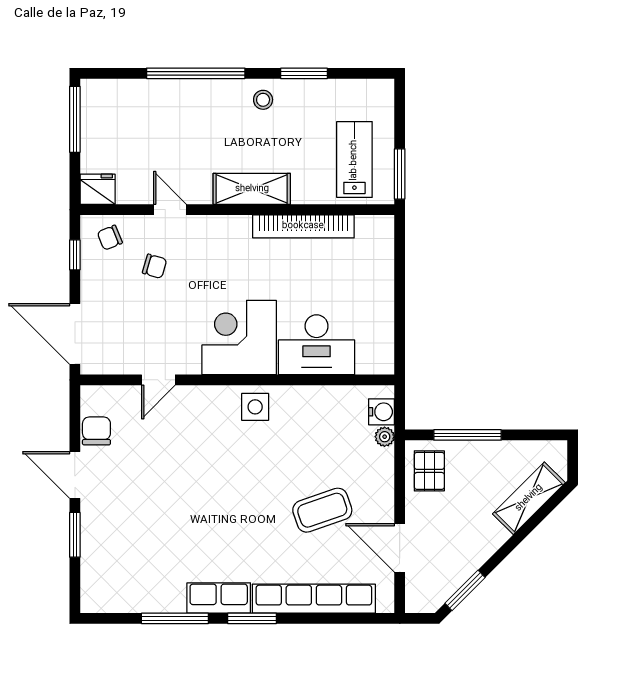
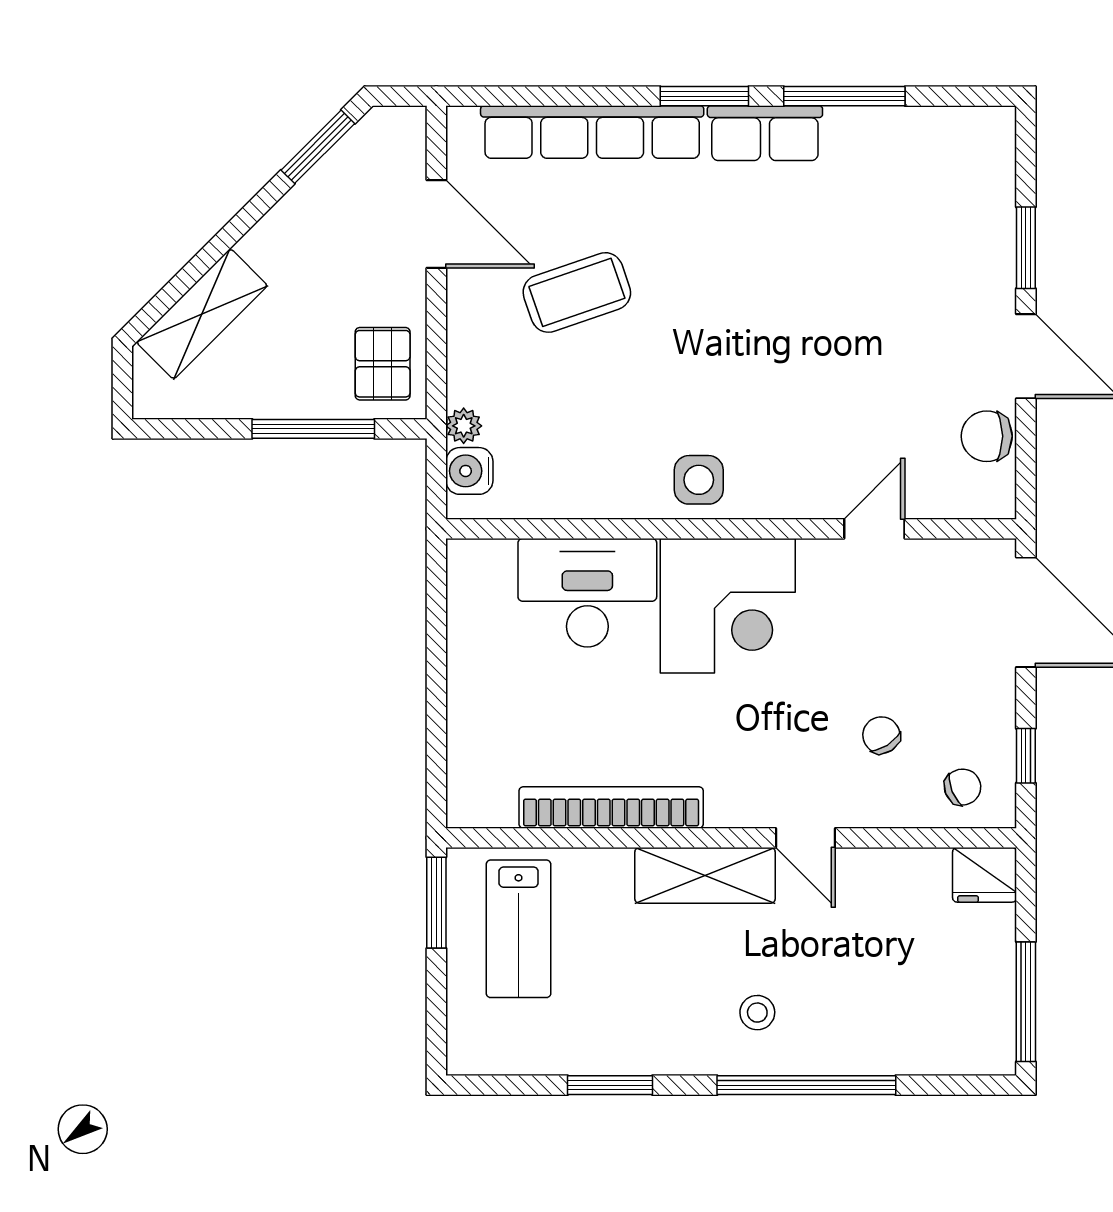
stool: (263, 100) -> (757, 1013), moved
door: (170, 210) -> (806, 838), moved
chair: (155, 266) -> (881, 735), turned 41
chair: (96, 431) -> (987, 436), turned 90

